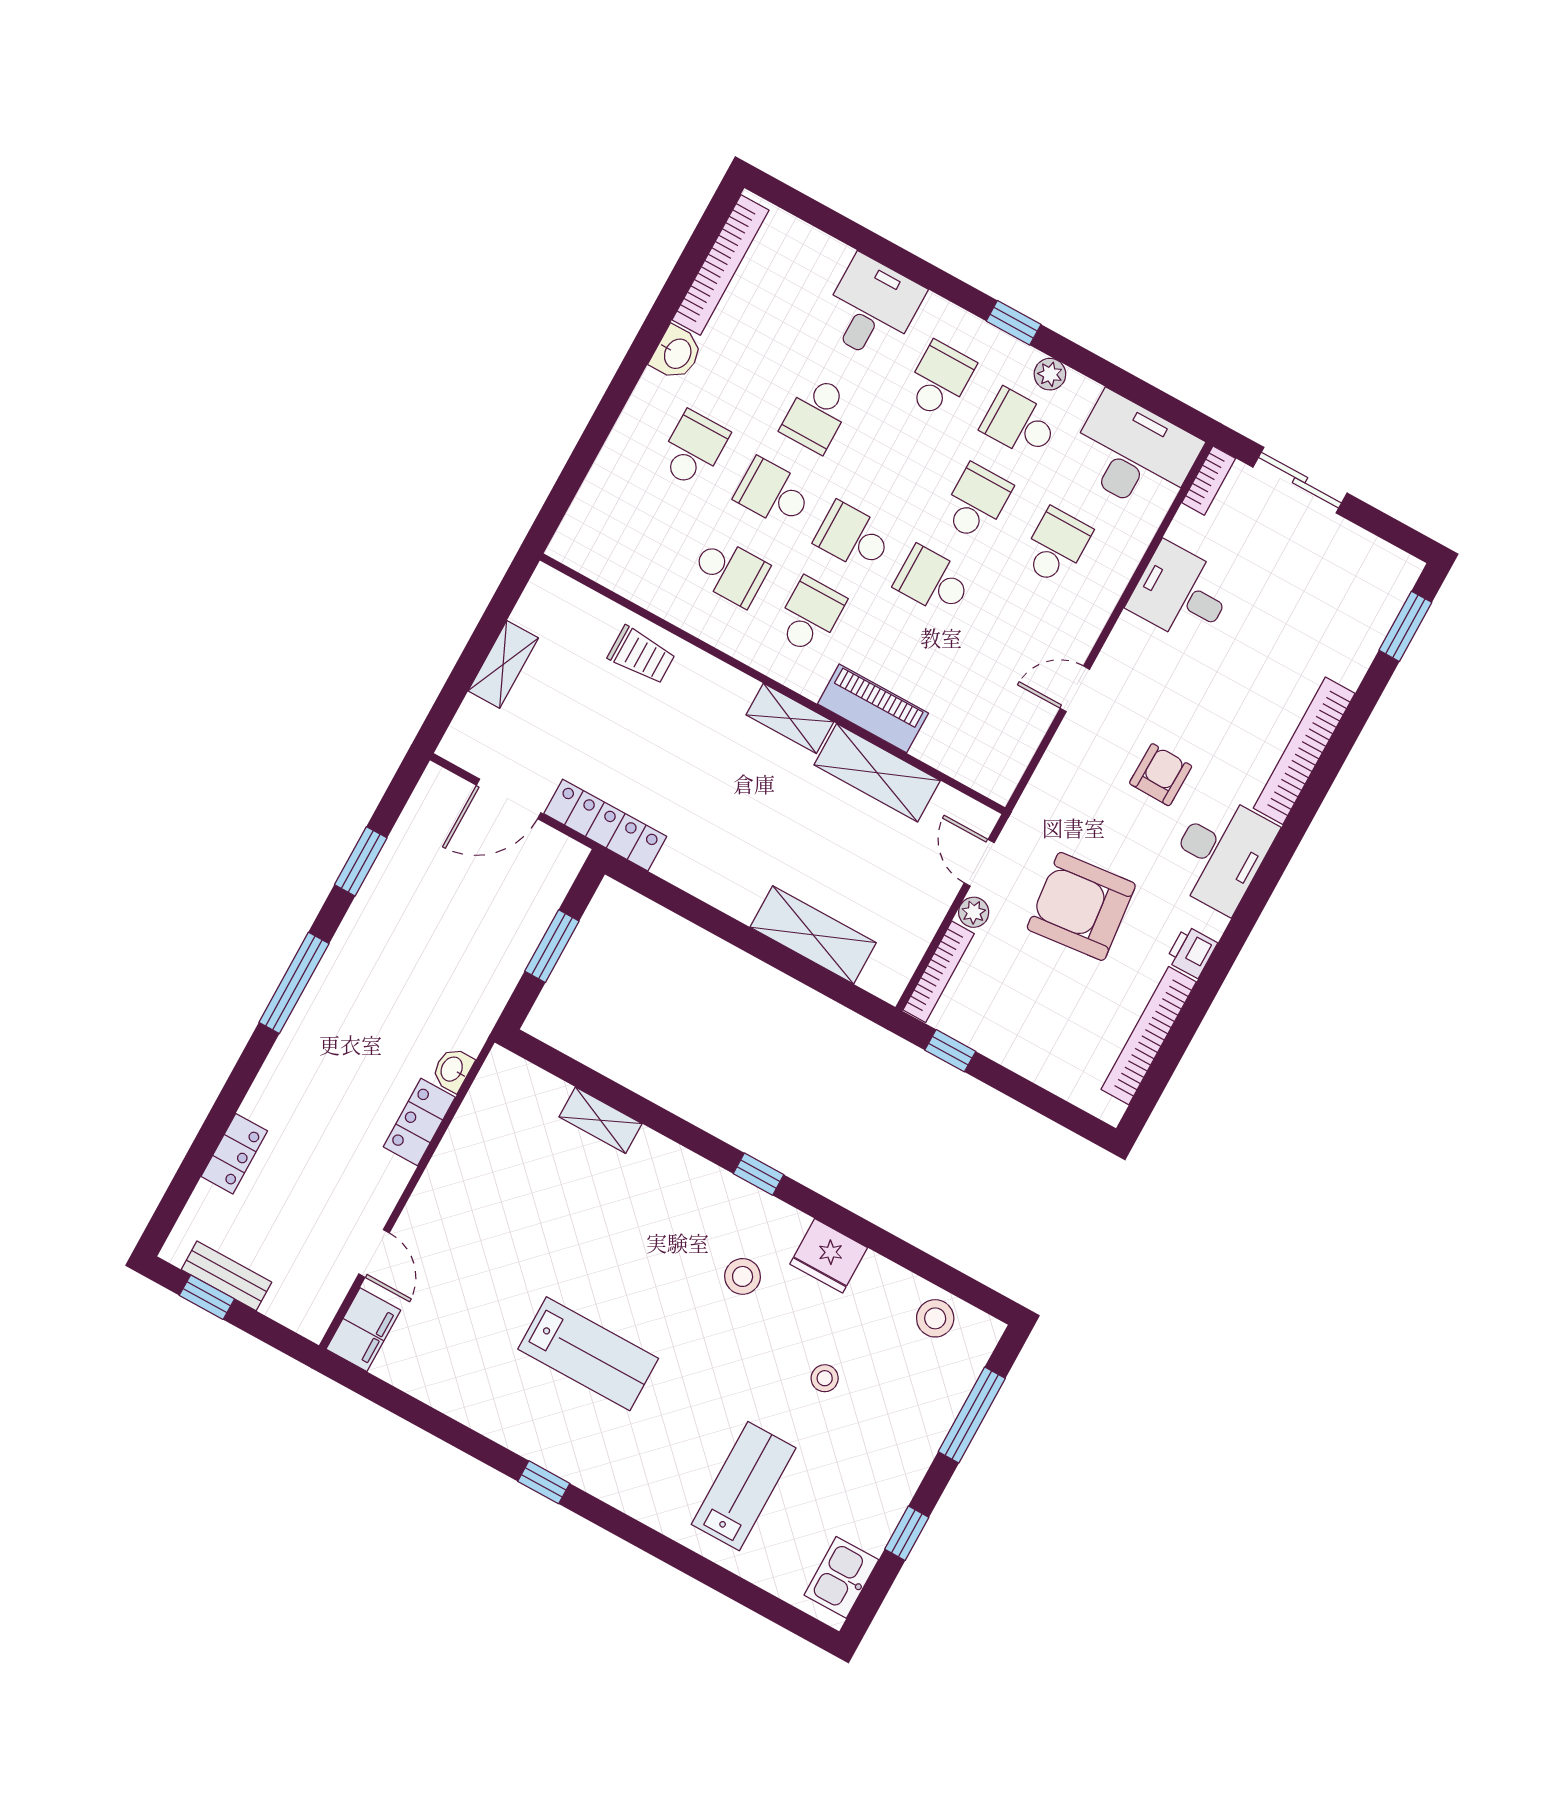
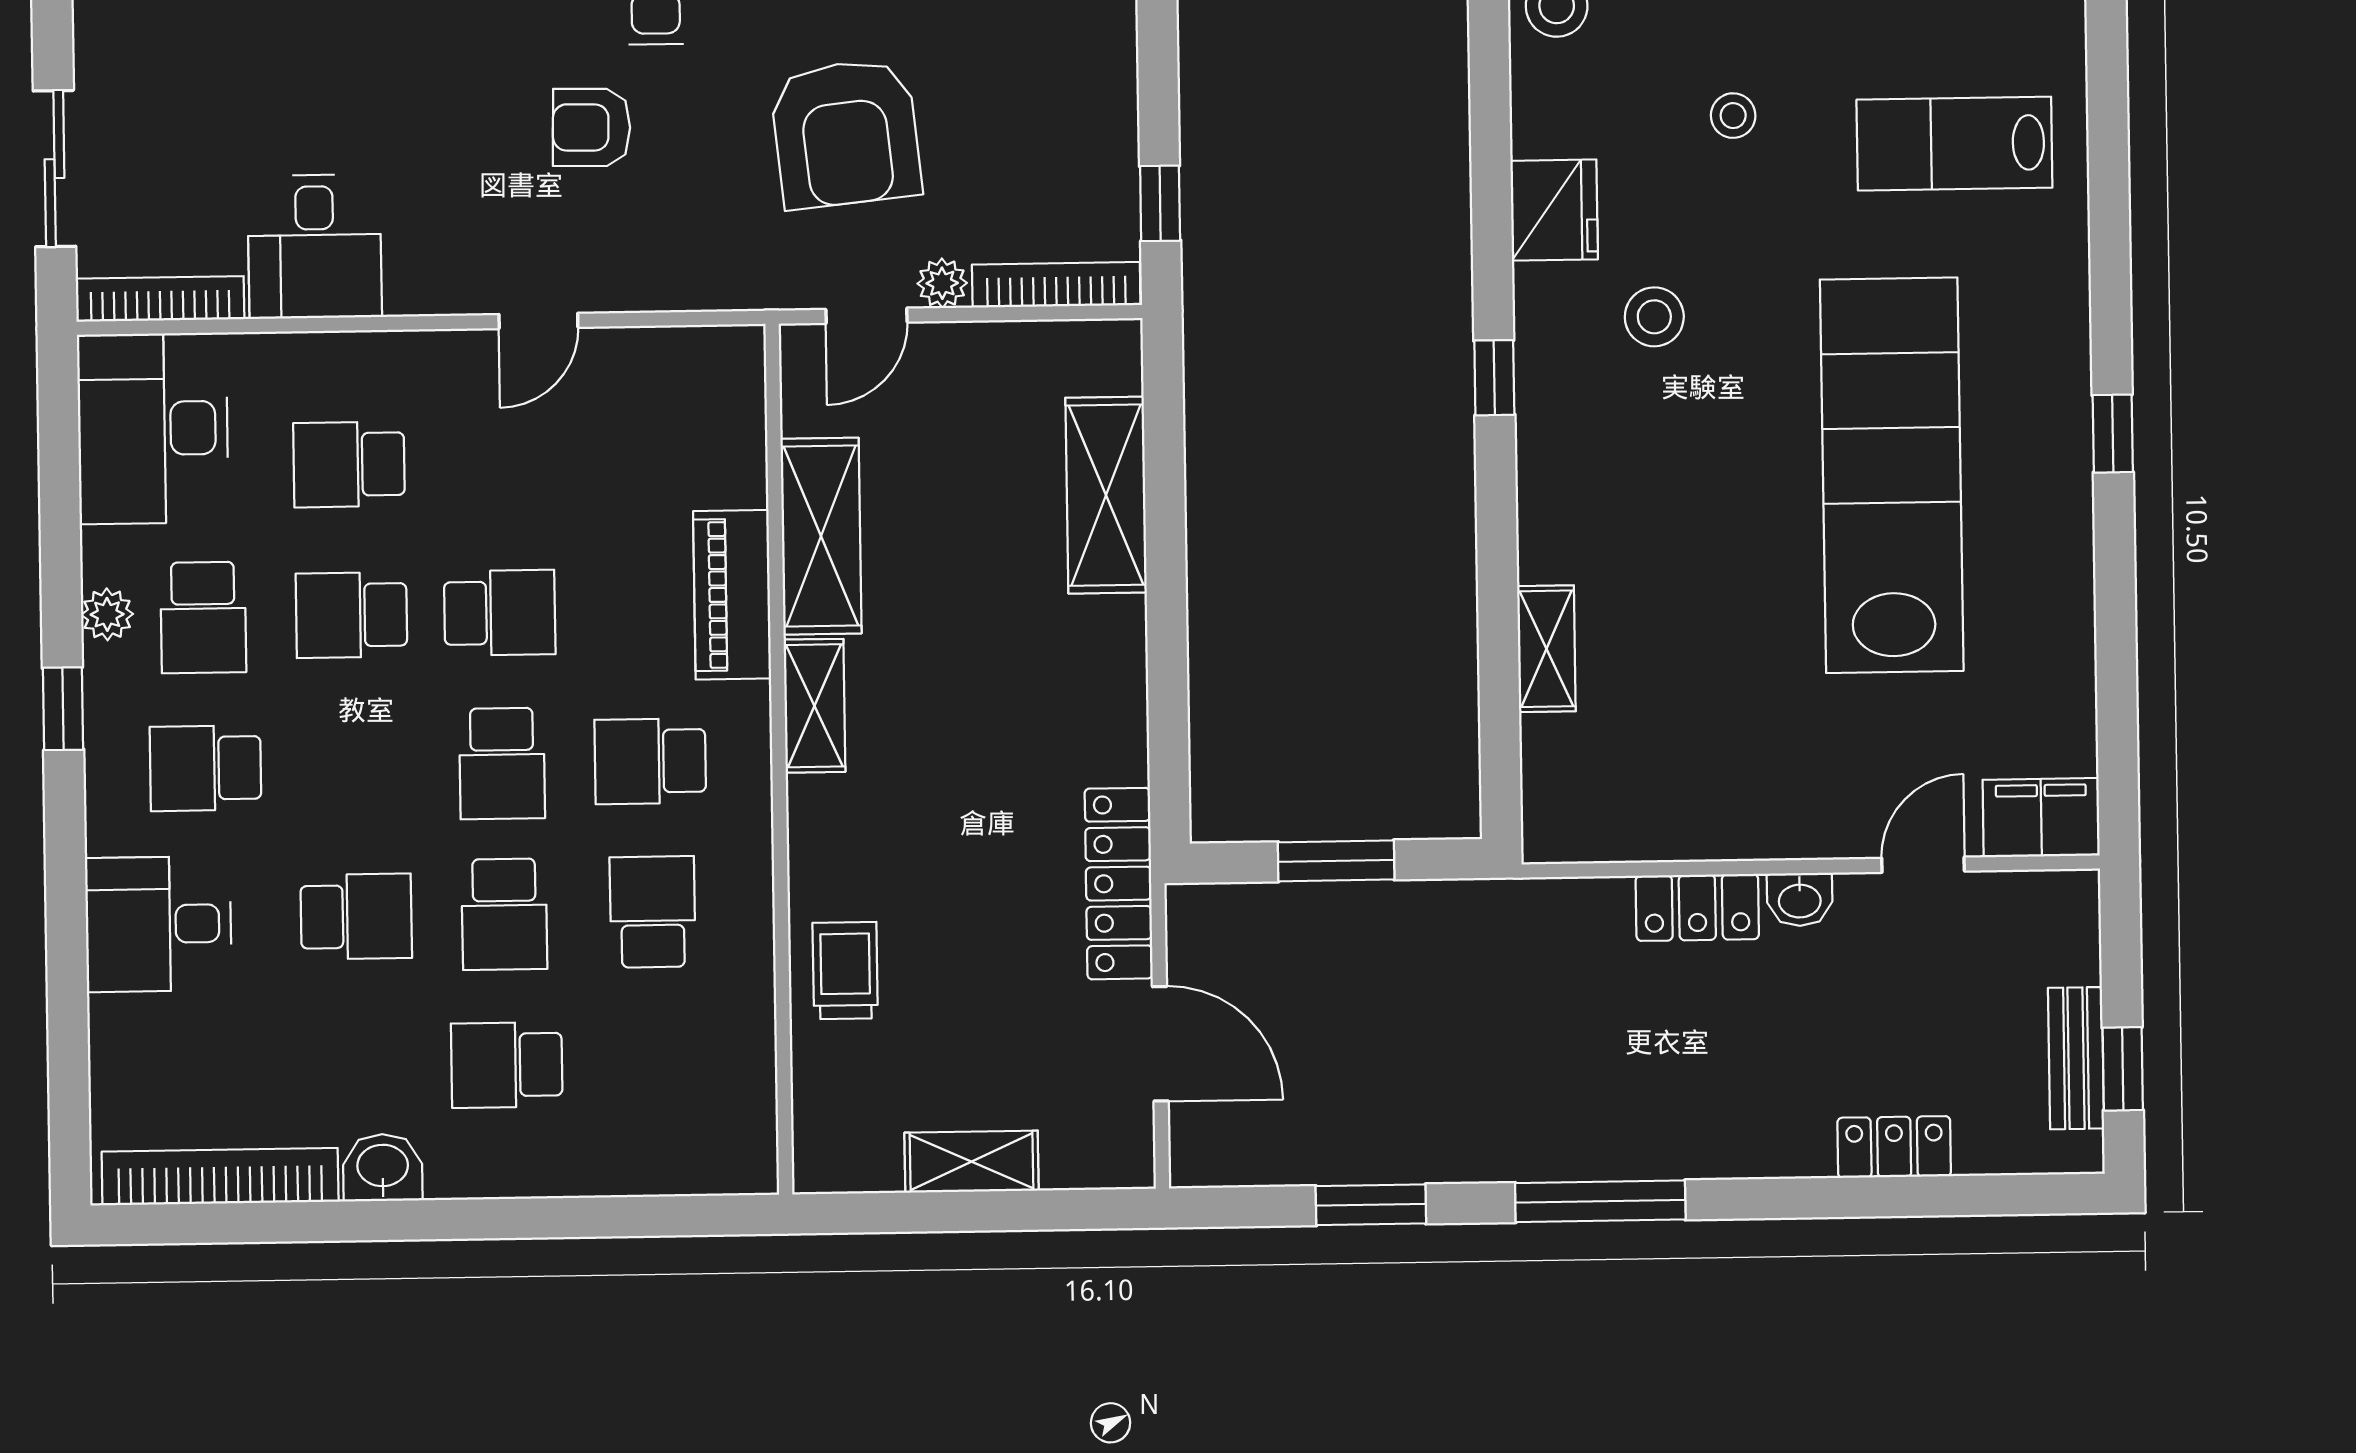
bookcase: (1209, 481) -> (160, 299), width x1.56
school desk: (933, 581) -> (500, 613), turned -90
door: (1075, 689) -> (538, 321), hinge flipped
washbasin: (452, 1069) -> (1800, 899), moved
lab bench: (588, 1354) -> (1892, 475), width x1.86, depth x1.39

